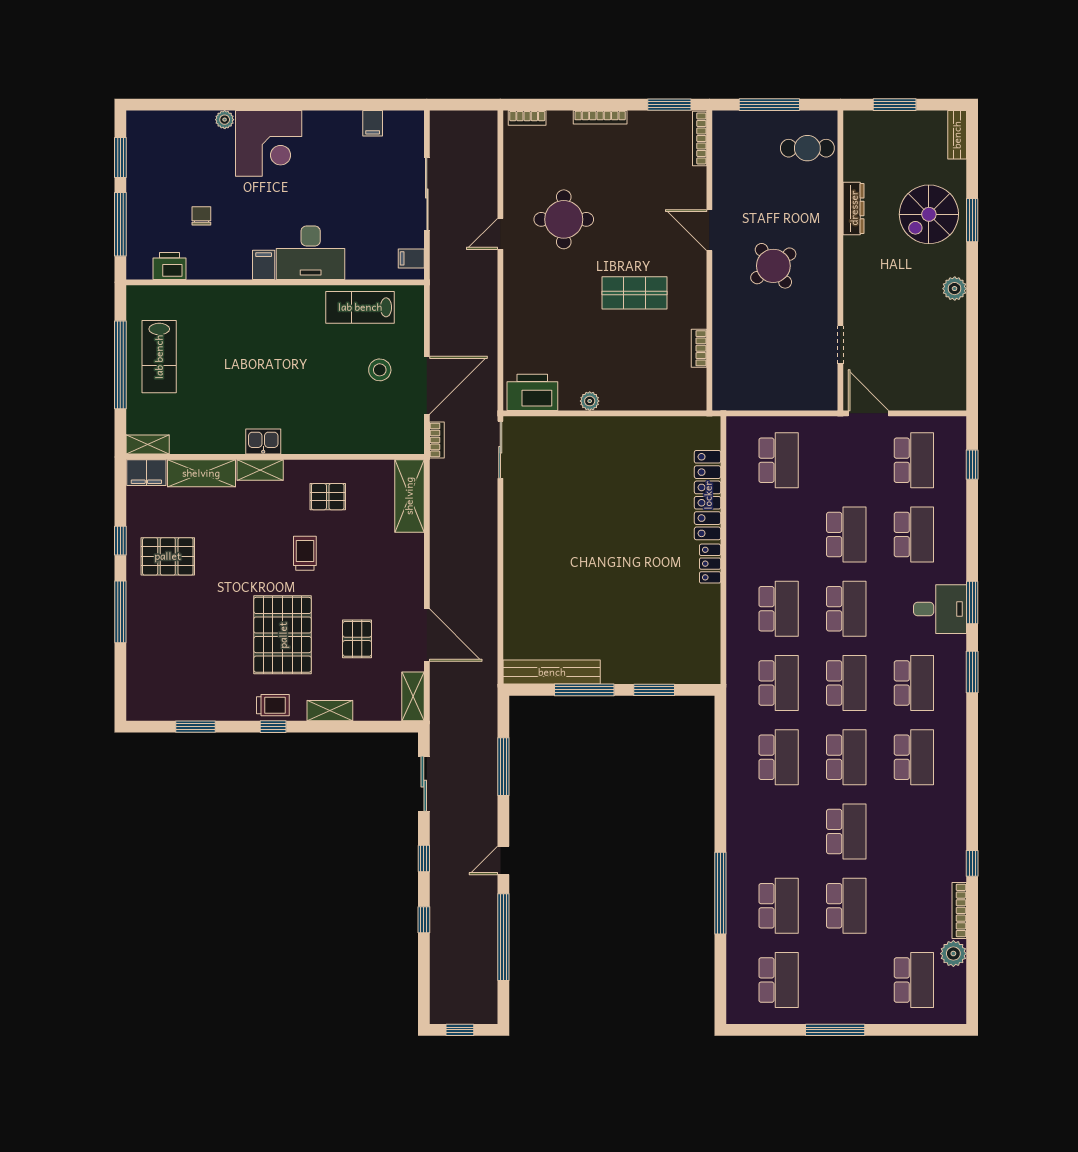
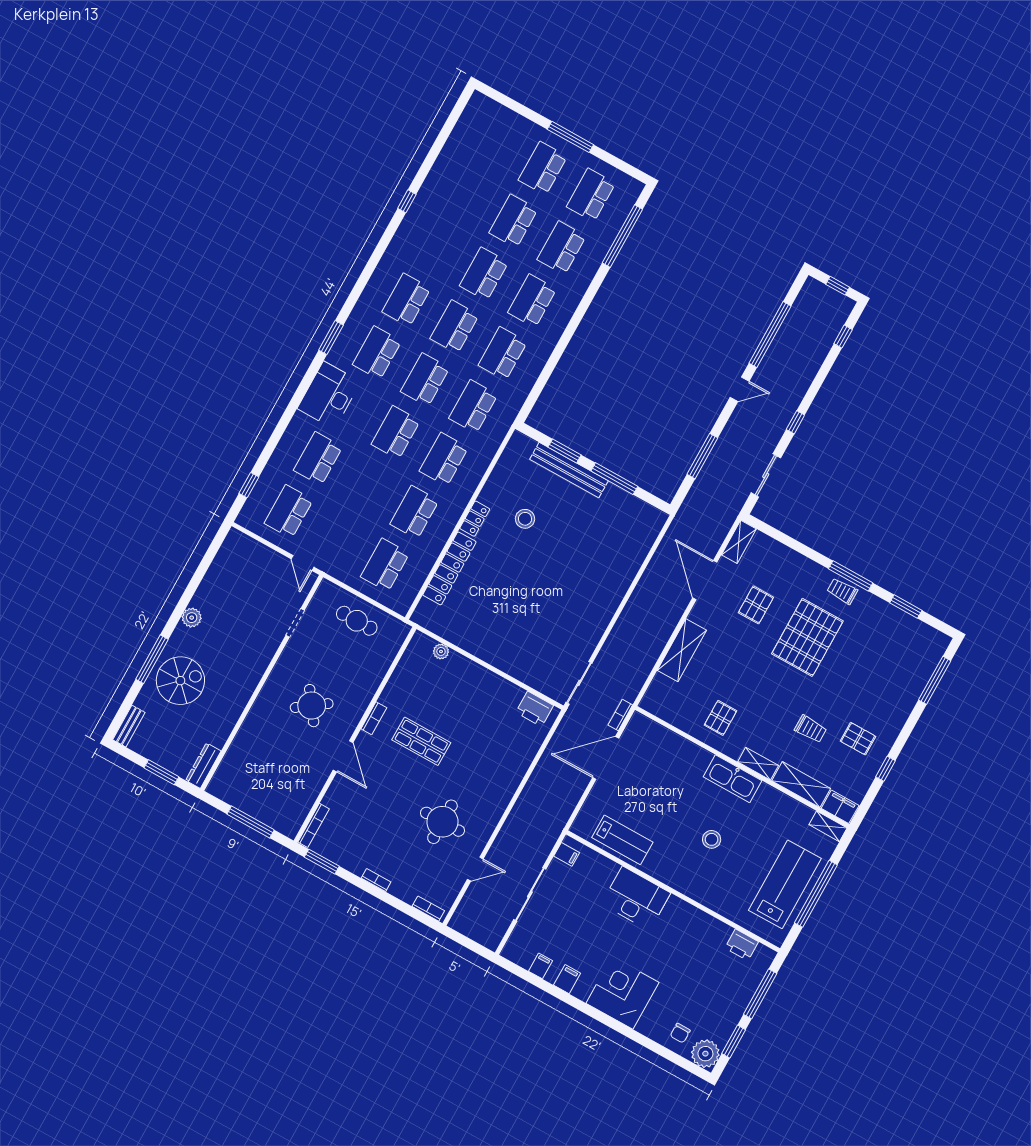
bookcase: (600, 117) -> (376, 880), width x0.64
plant: (225, 120) -> (705, 1054), moved, width x1.88, depth x1.88
cafe table: (807, 148) -> (357, 621), moved
dresser: (854, 208) -> (203, 766), moved
chair: (201, 216) -> (680, 1033), moved
window: (972, 220) -> (152, 659), width x1.44
door: (500, 234) -> (475, 869), moved
filing cabinet: (264, 265) -> (567, 979), moved, turned 180
bookcase: (699, 348) -> (374, 718), moved
lab bench: (159, 357) -> (785, 884), width x1.36, depth x1.39
stool: (380, 370) -> (712, 839), moved
printer: (532, 392) -> (535, 709), width x0.73, depth x0.84
plant: (590, 401) -> (441, 651), moved
door: (868, 413) -> (302, 563), width x0.73
kitchen sink: (263, 442) -> (733, 779), width x1.88, depth x1.24
shelving: (409, 496) -> (682, 650), moved
pallet: (328, 497) -> (720, 718), turned 90
school desk: (846, 535) -> (414, 512), moved
trolley: (305, 553) -> (811, 729), moved, turned -90
pallet: (168, 556) -> (858, 739), width x0.67, depth x0.71
stool: (656, 593) -> (525, 519), added
window: (972, 602) -> (303, 387), removed
desk: (940, 609) -> (329, 395), width x1.37
window: (120, 612) -> (935, 680), moved
bench: (552, 672) -> (569, 470), moved
shelving: (330, 711) -> (804, 565), removed
window: (273, 727) -> (851, 576), width x2.17
school desk: (779, 832) -> (532, 301), added
window: (720, 893) -> (622, 236), moved
bookcase: (959, 910) -> (435, 173), removed
window: (424, 920) -> (843, 337), moved
plant: (953, 954) -> (456, 145), removed
school desk: (914, 980) -> (543, 168), moved

